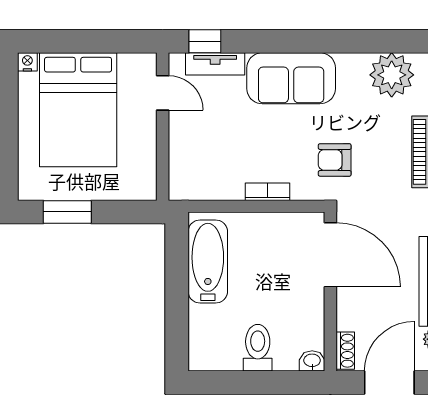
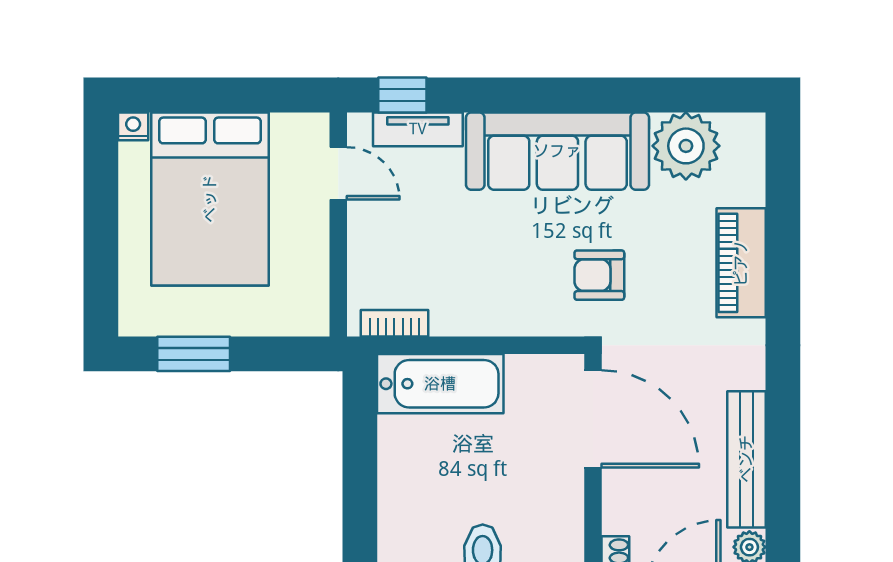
sofa: (291, 78) -> (557, 151), width x1.36
bookcase: (267, 192) -> (394, 323), moved
bathtub: (208, 262) -> (440, 384), moved, turned 90

